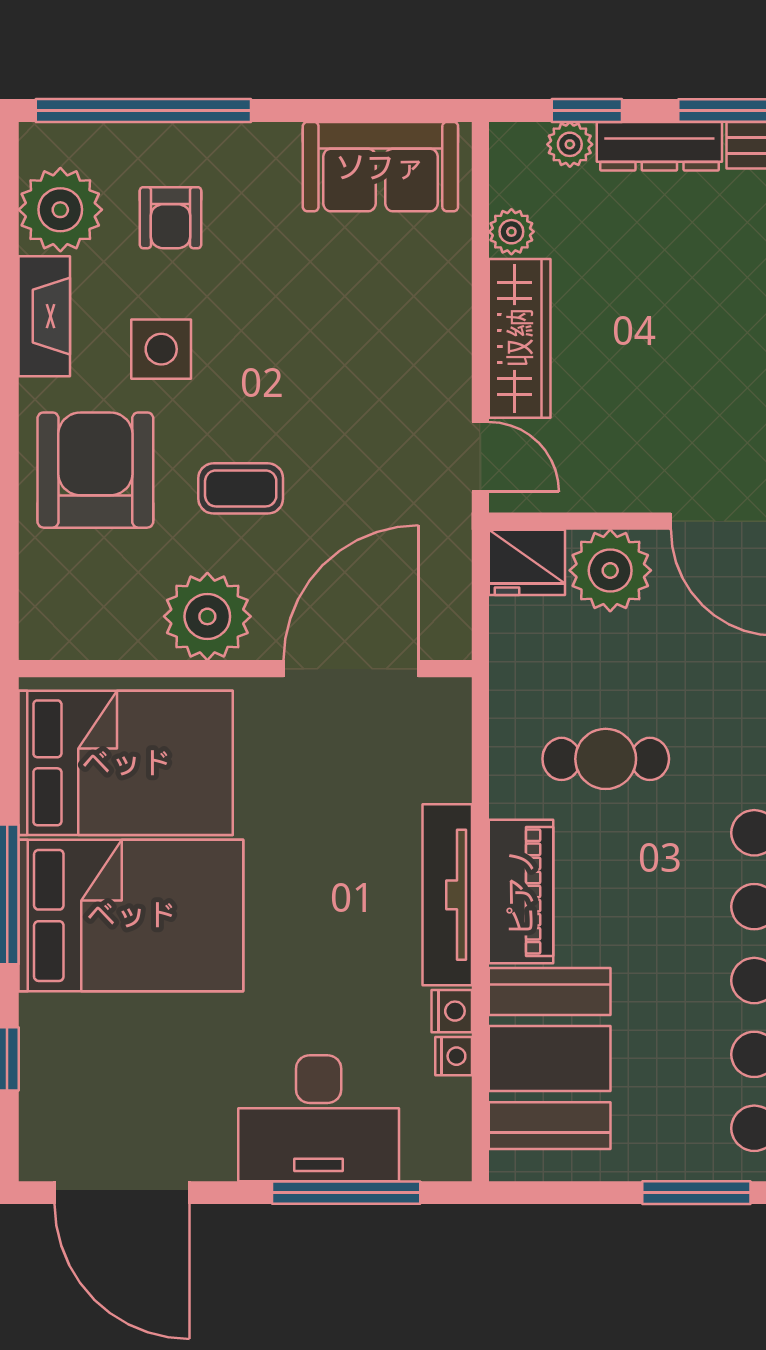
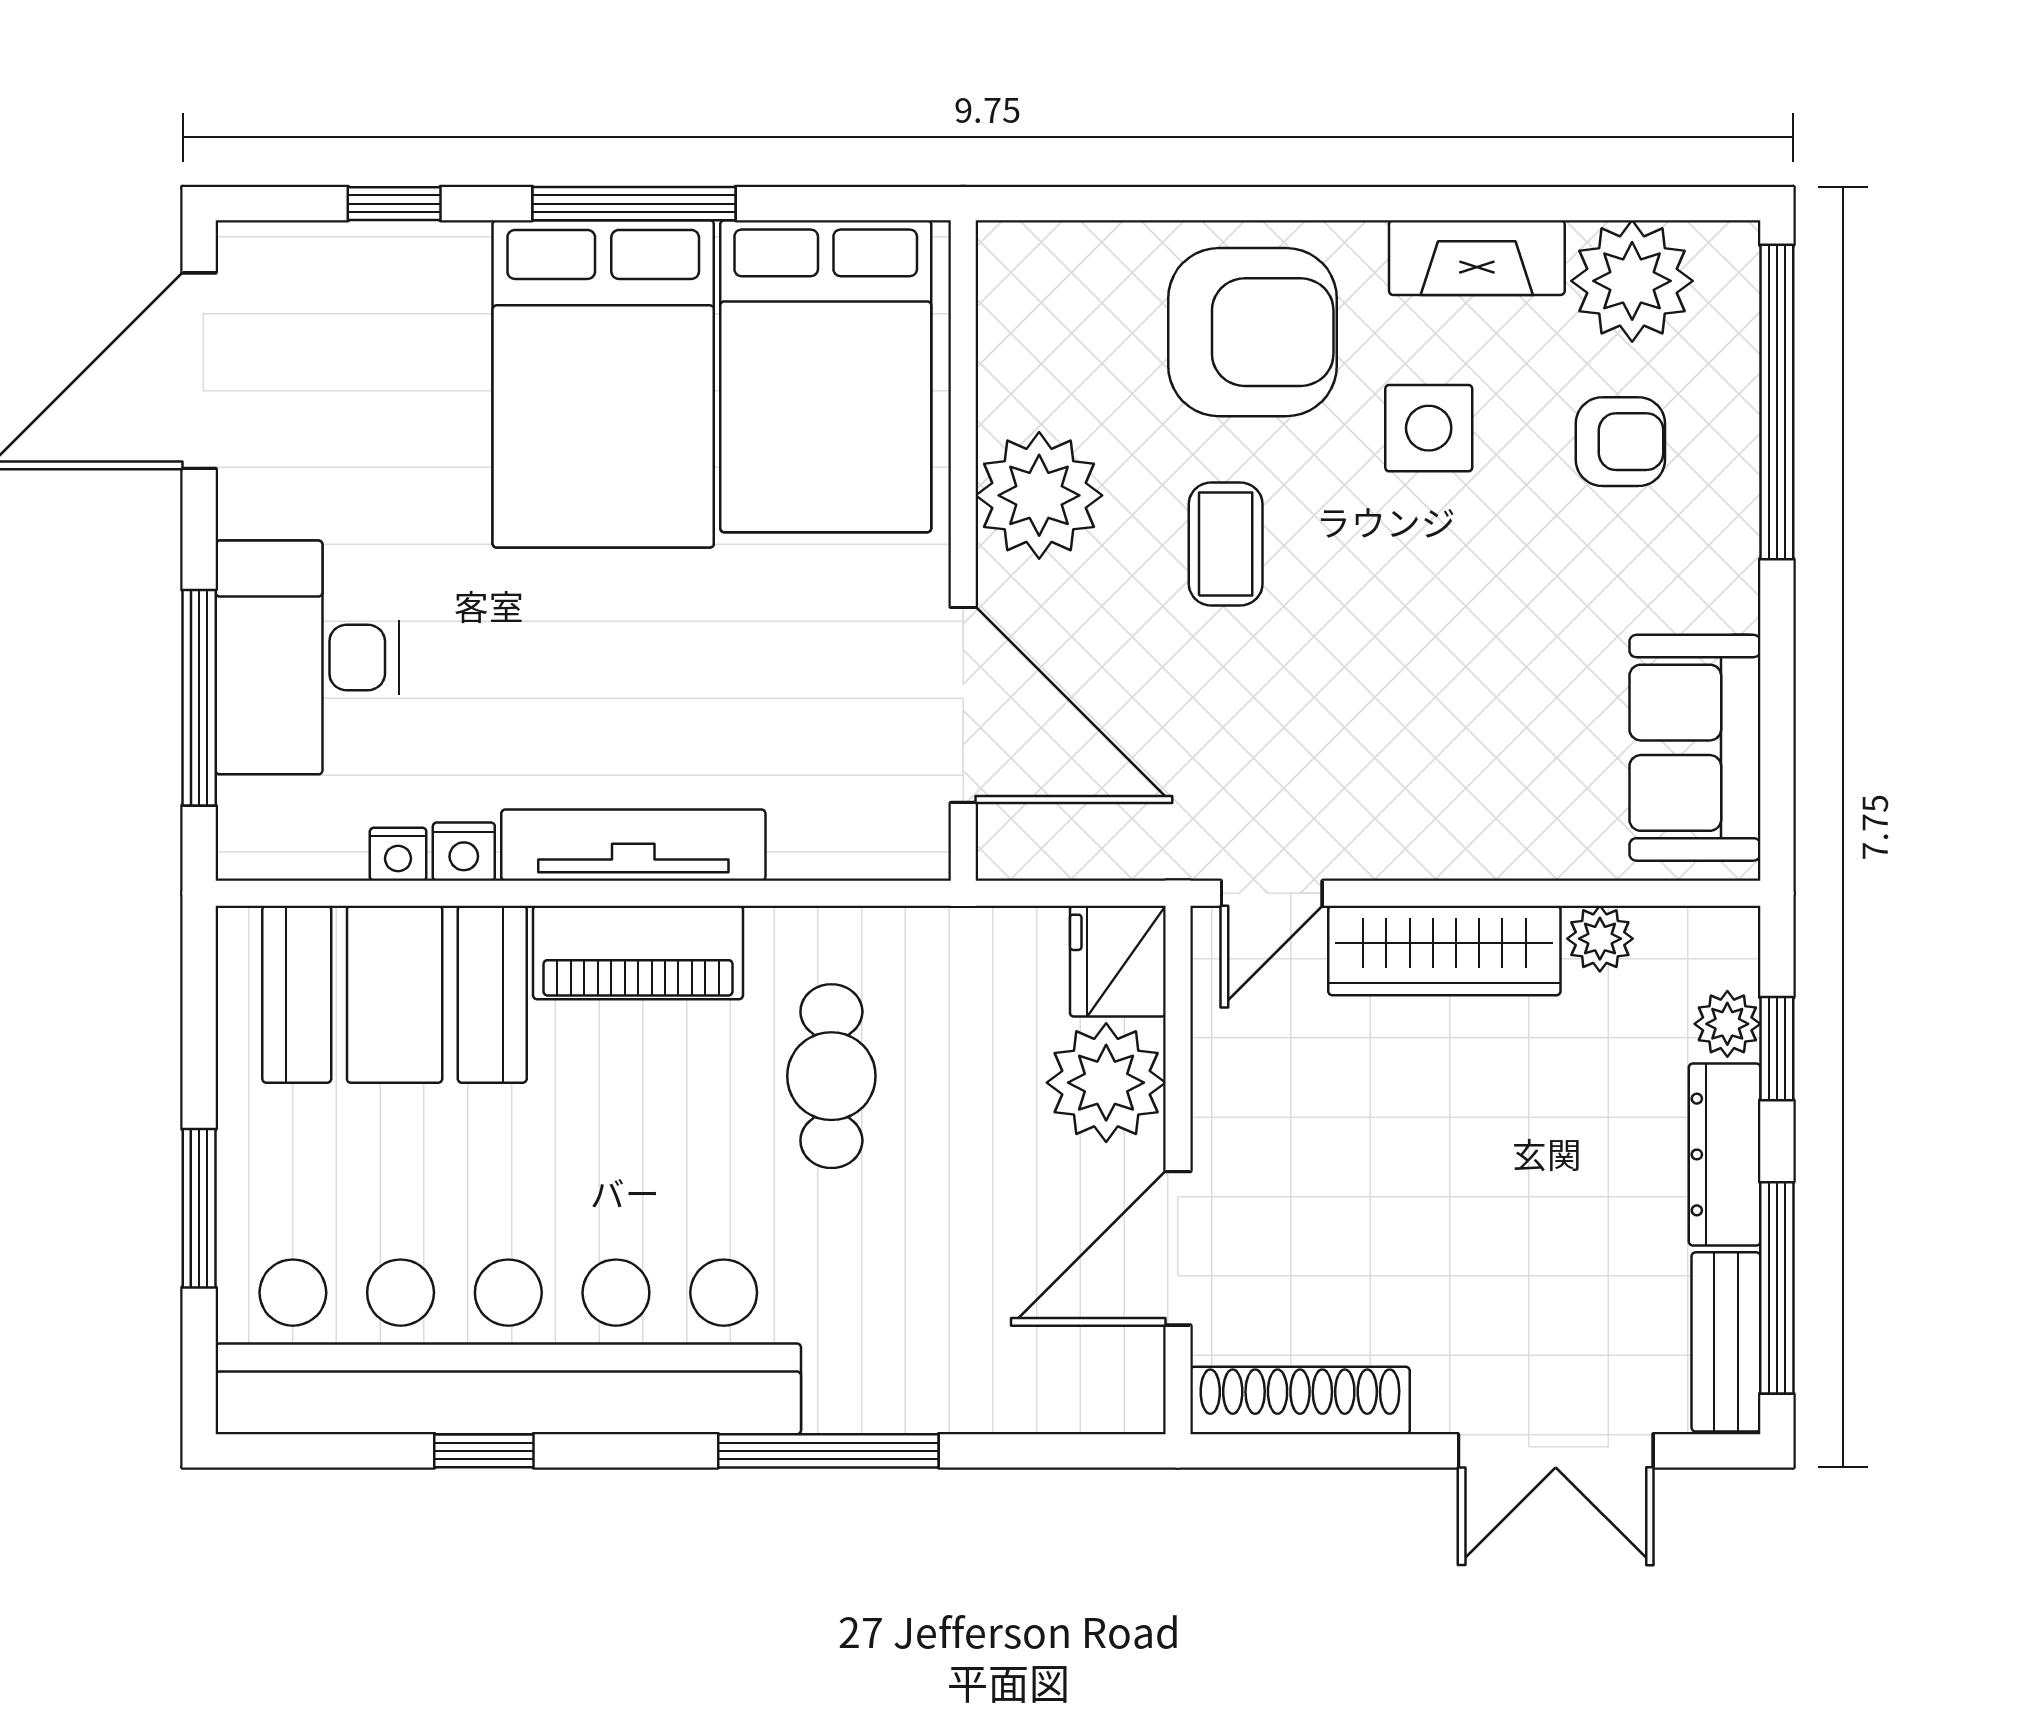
armchair: (170, 218) -> (1620, 442), turned 180

